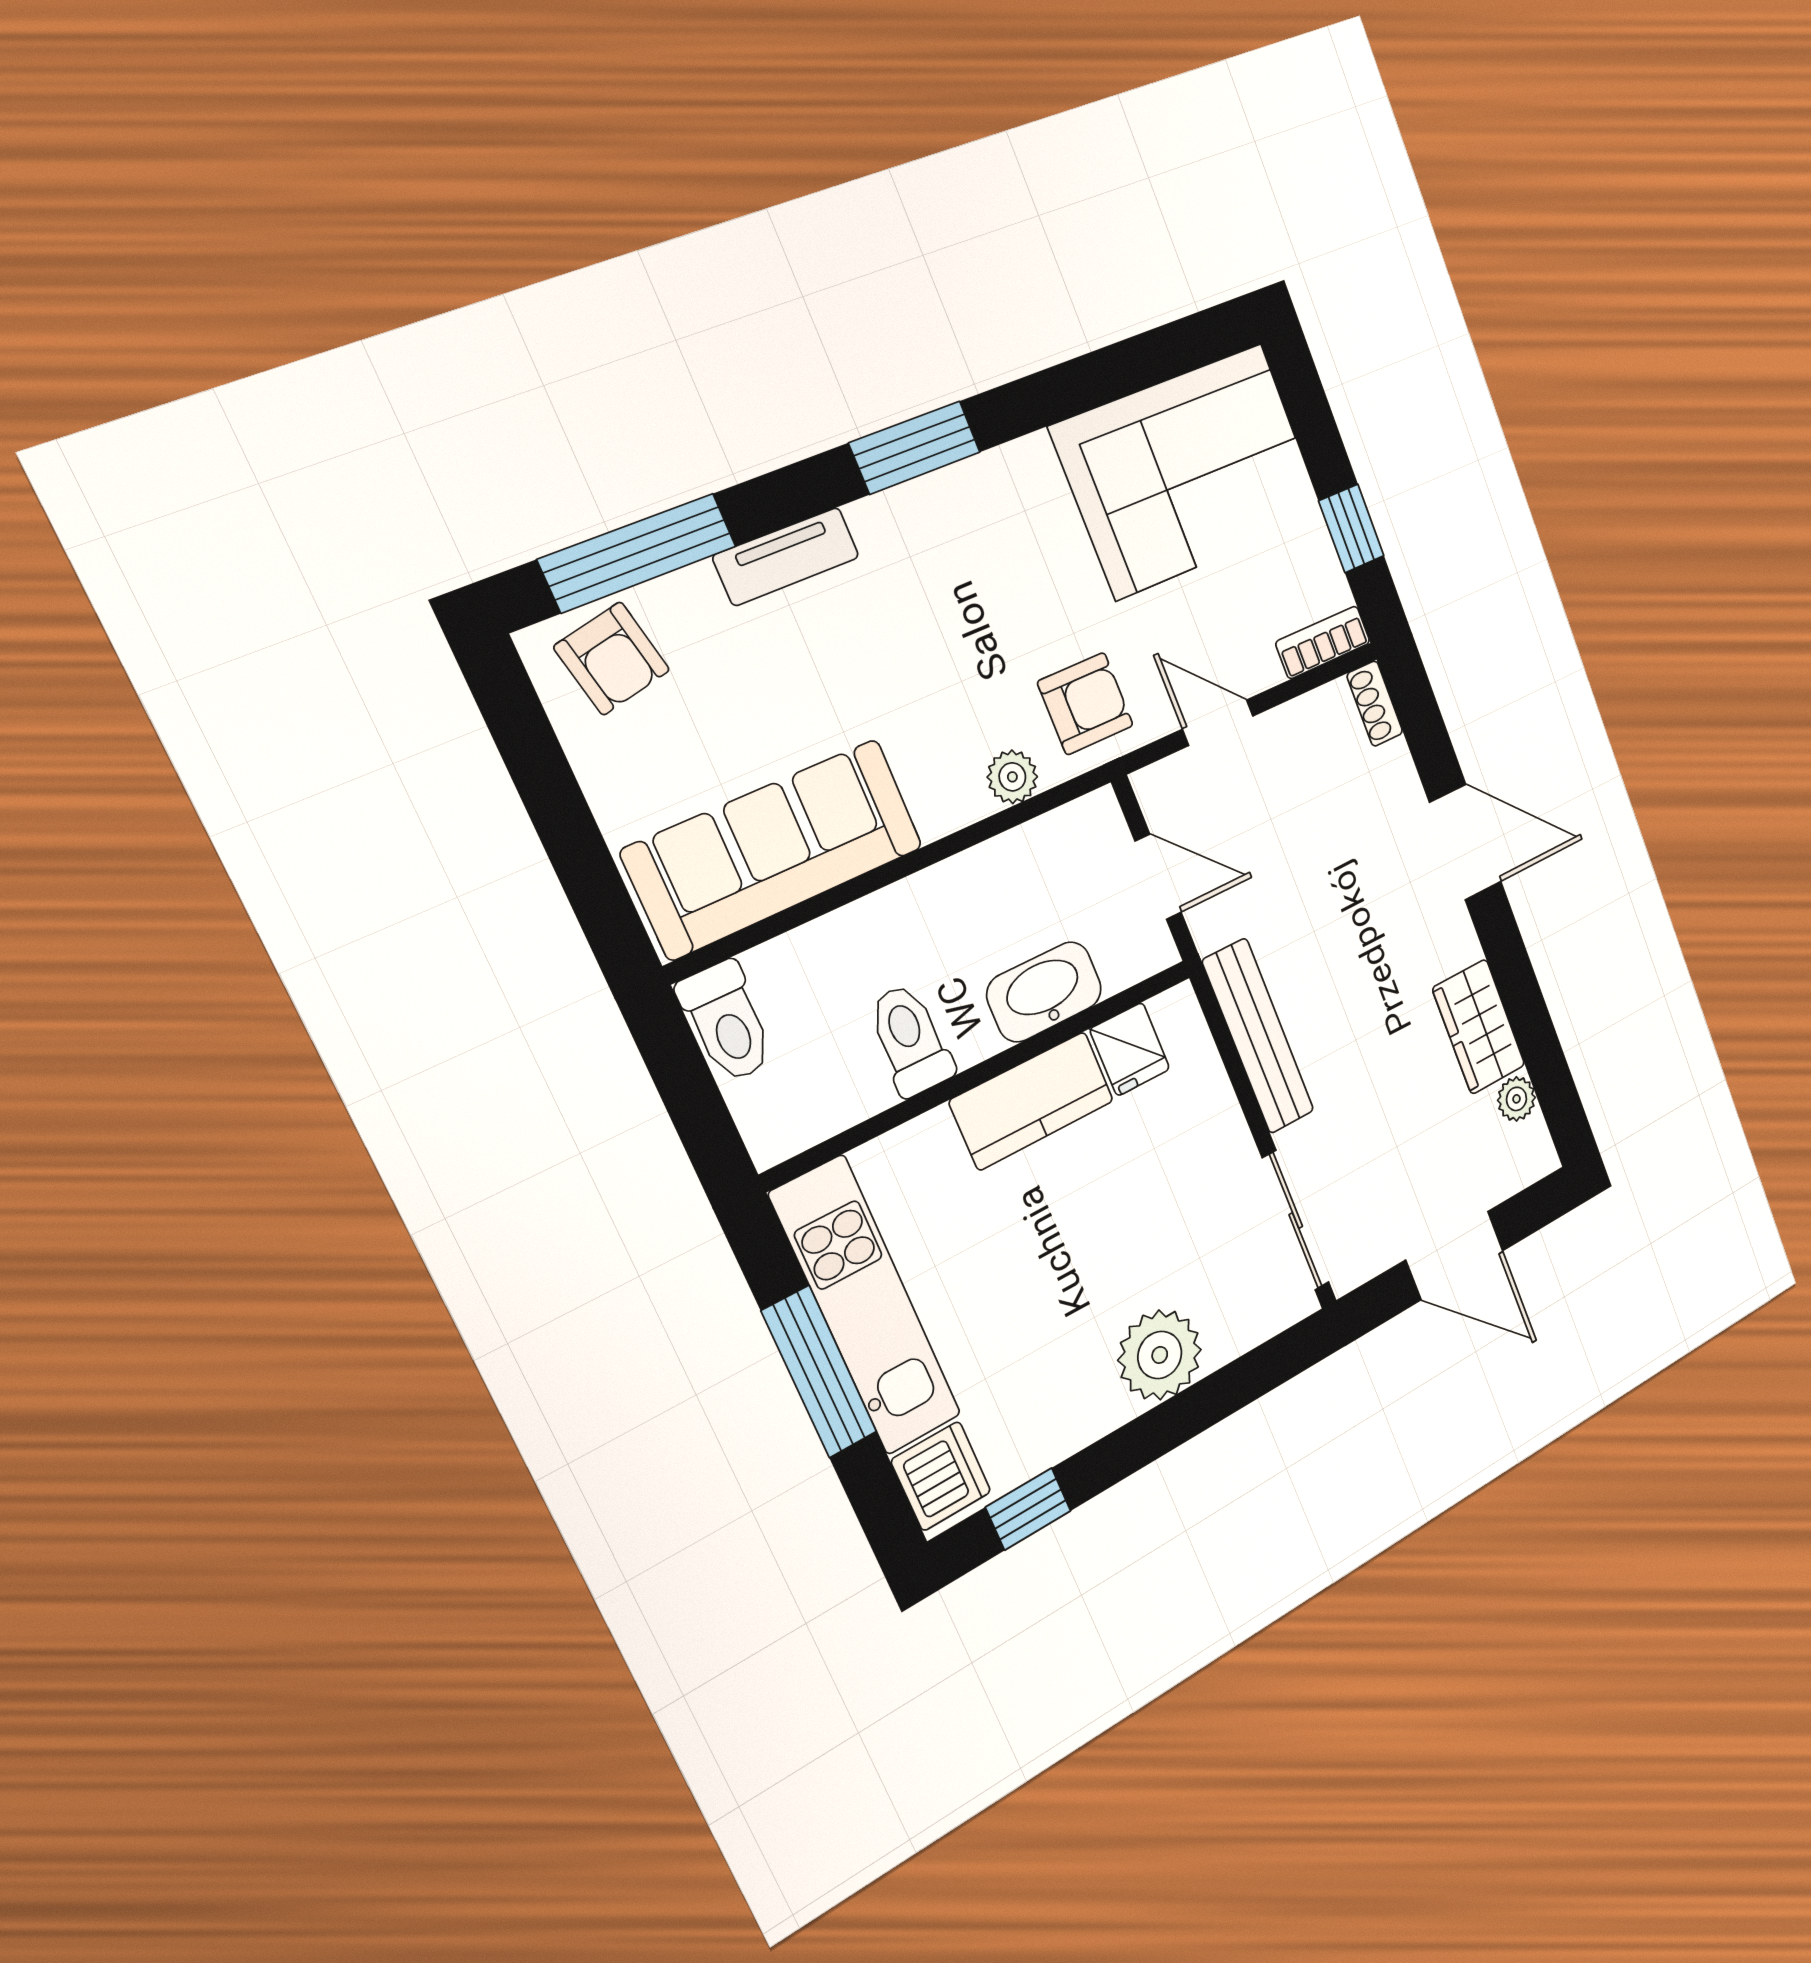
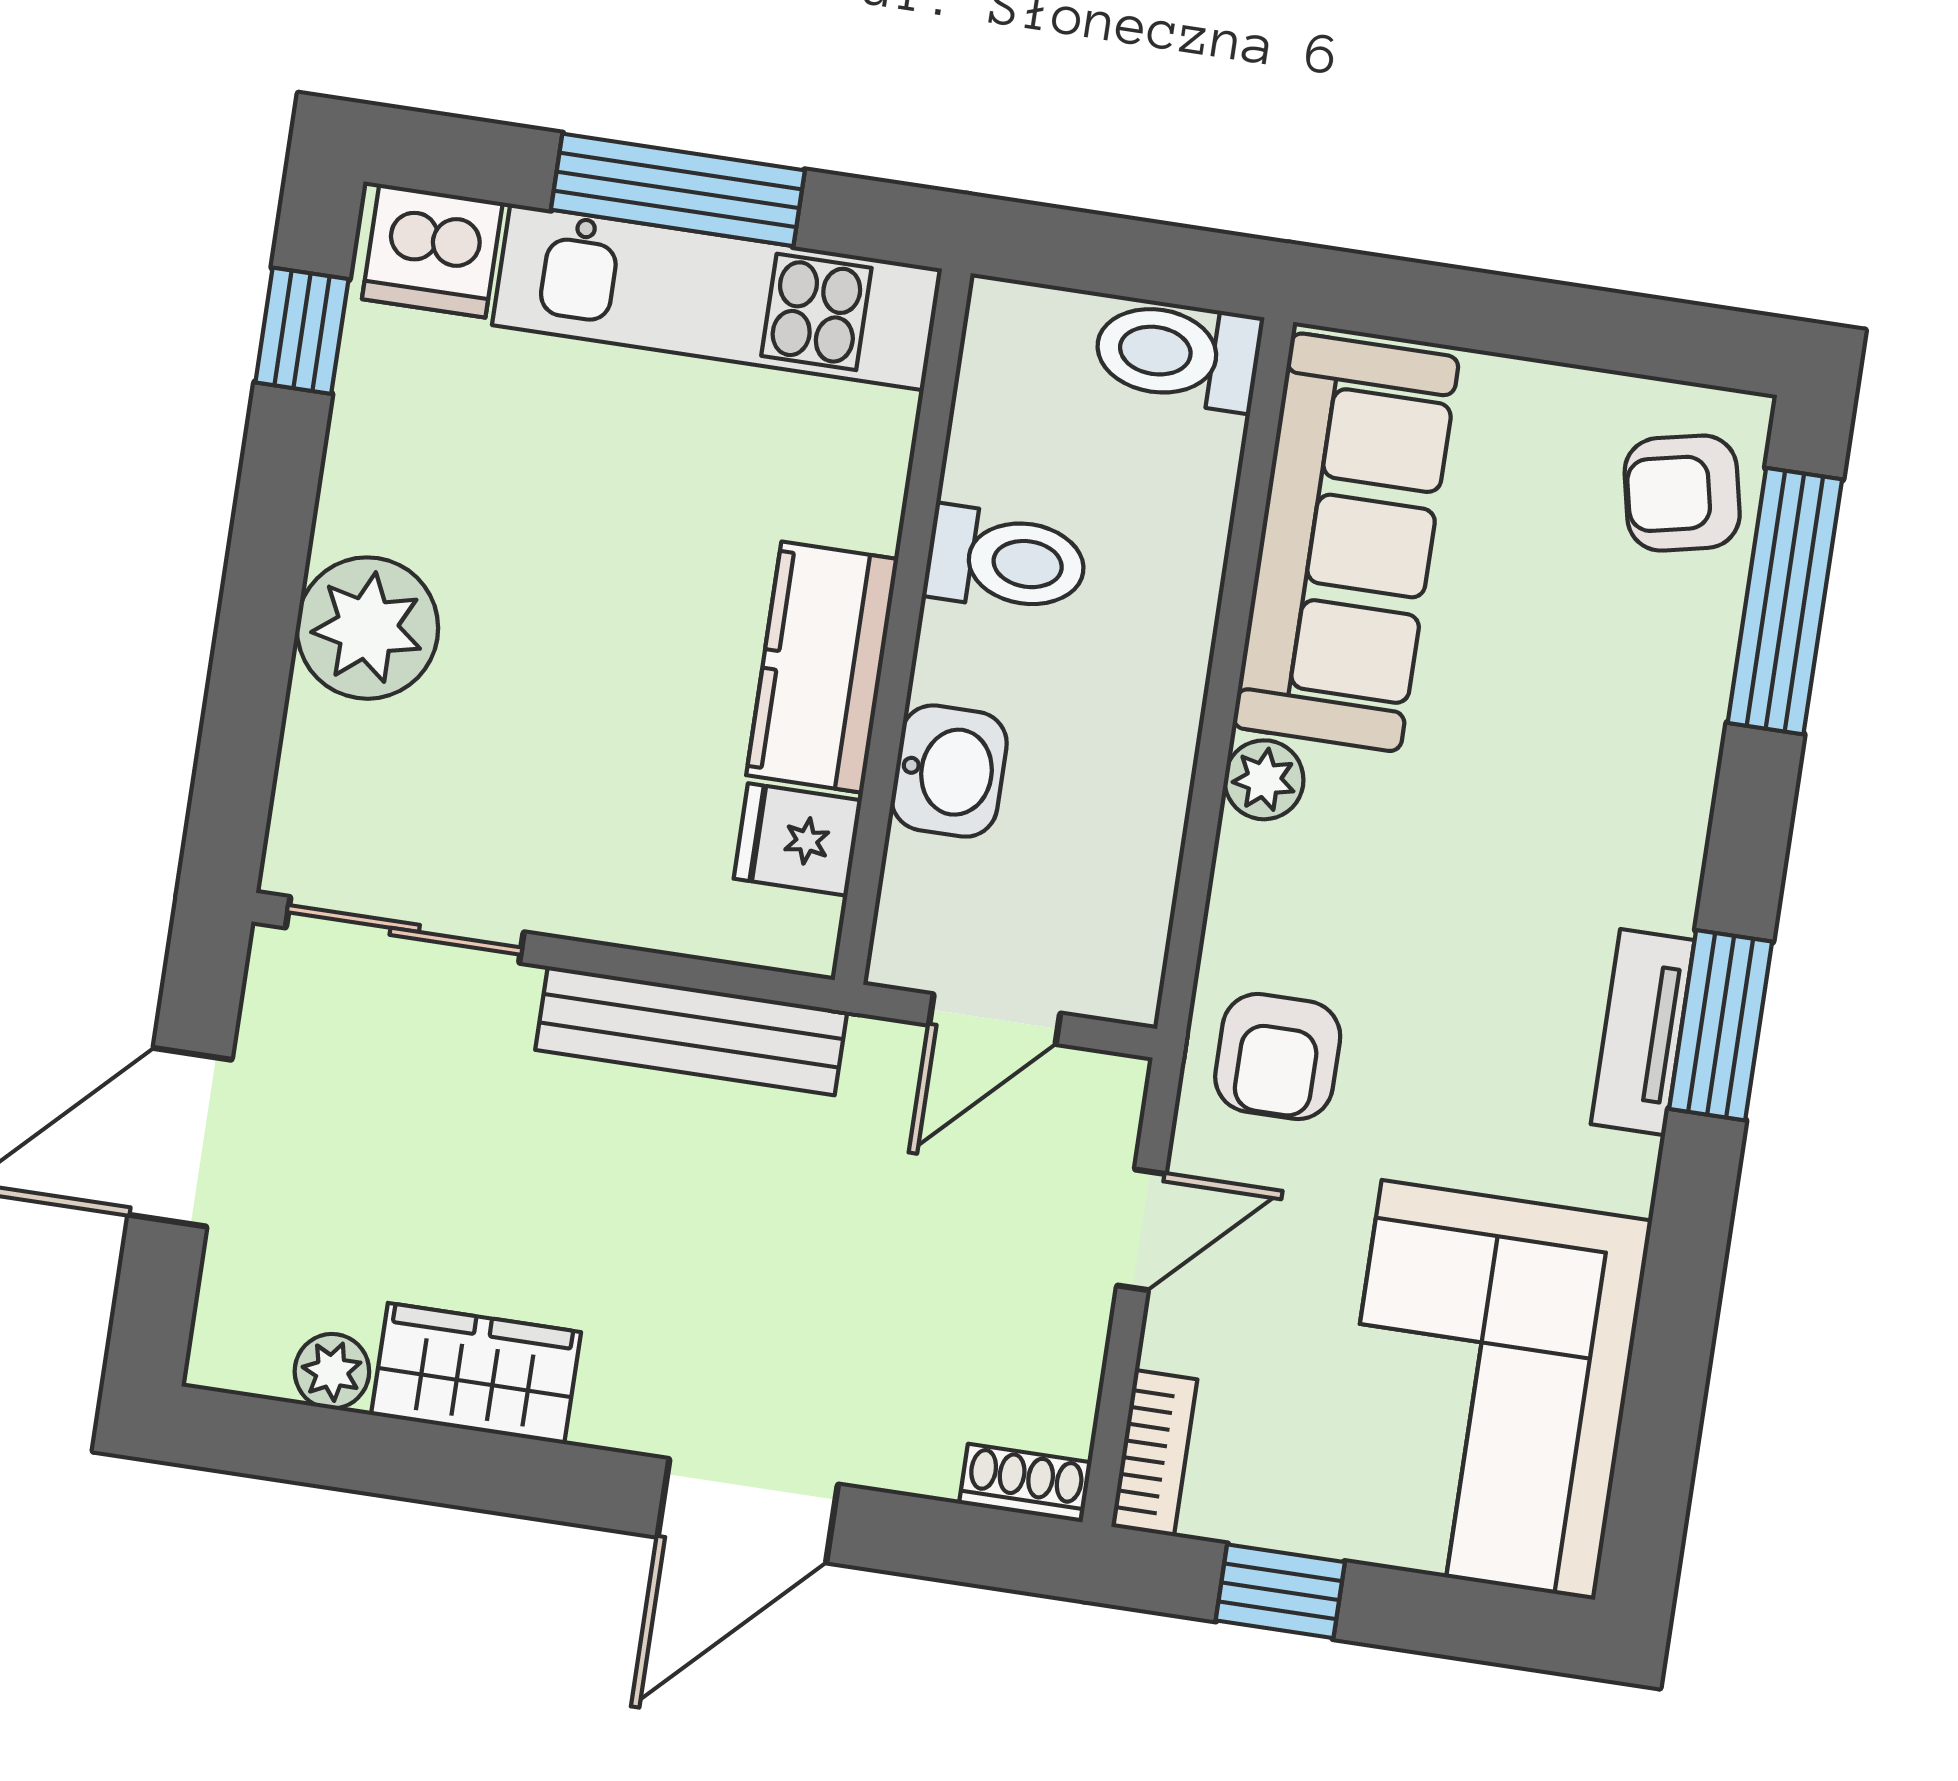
tv unit: (786, 556) -> (1643, 1032), moved
plant: (1012, 777) -> (1264, 780), moved
washbasin: (1044, 992) -> (949, 771), width x0.72

